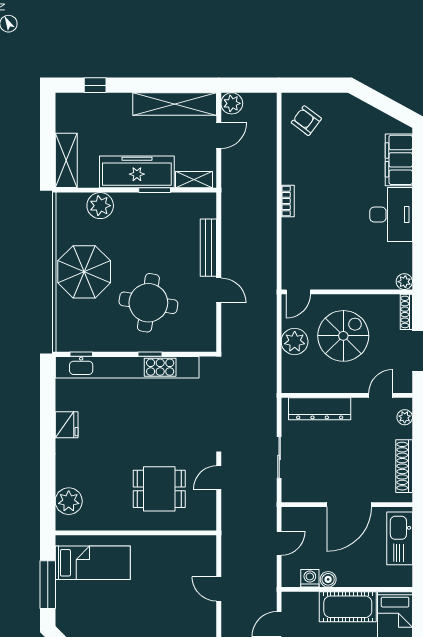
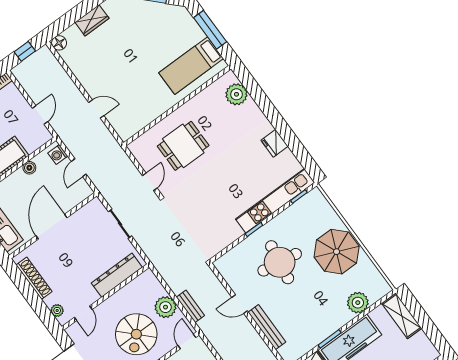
bench: (269, 324) -> (190, 306), added
kitchen unit: (127, 367) -> (275, 201), width x0.73
washing machine: (310, 578) -> (58, 155), moved, turned 90

